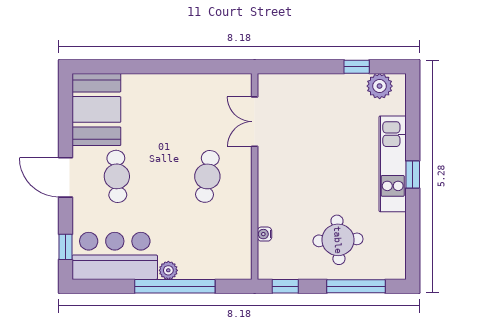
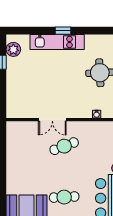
double door: (255, 122) -> (52, 120), moved
cafe table: (207, 176) -> (64, 146), turned -30

